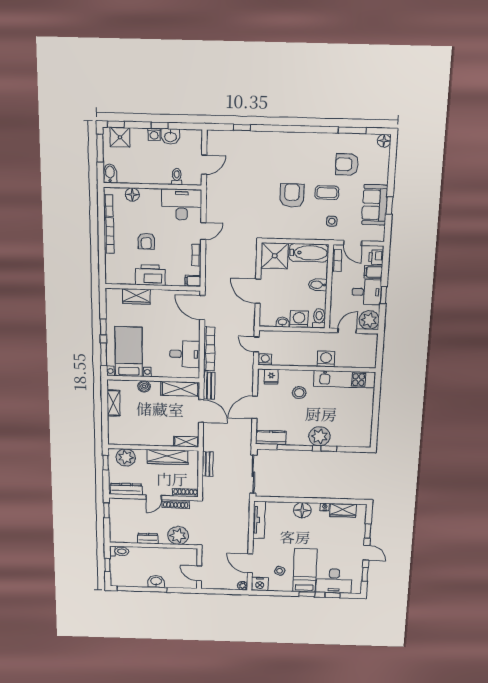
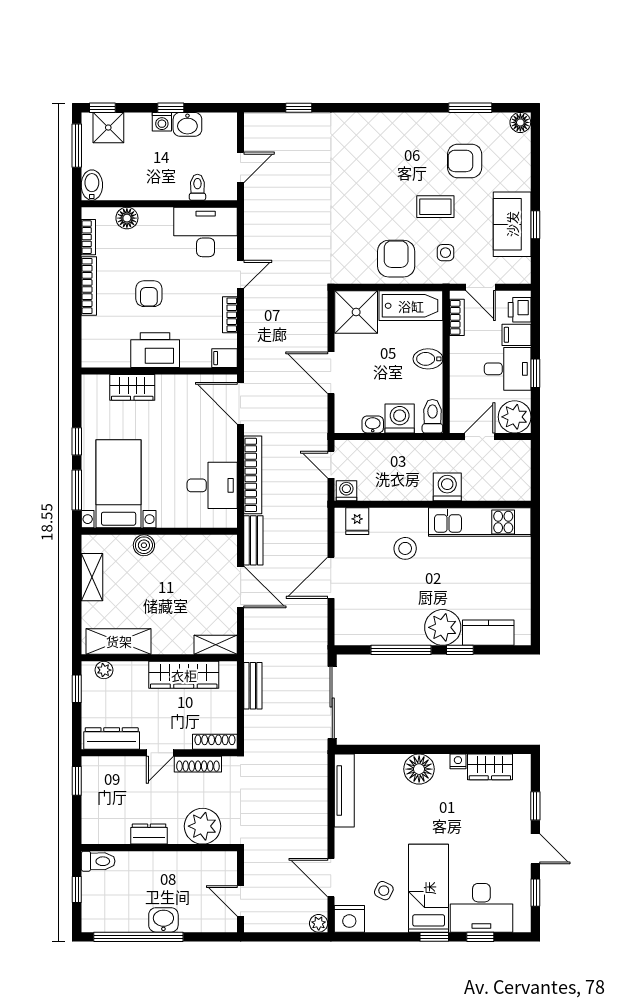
armchair: (292, 195) -> (396, 259), moved
shelving: (180, 389) -> (119, 641), moved
kitchen counter: (271, 438) -> (488, 633), moved
plant: (126, 457) -> (104, 670), width x0.53, depth x0.53

